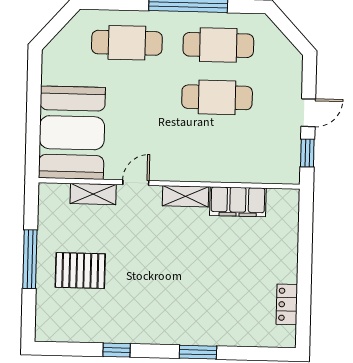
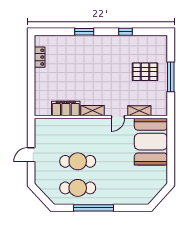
cafe table: (127, 43) -> (124, 188), removed
window: (307, 153) -> (31, 134), removed

